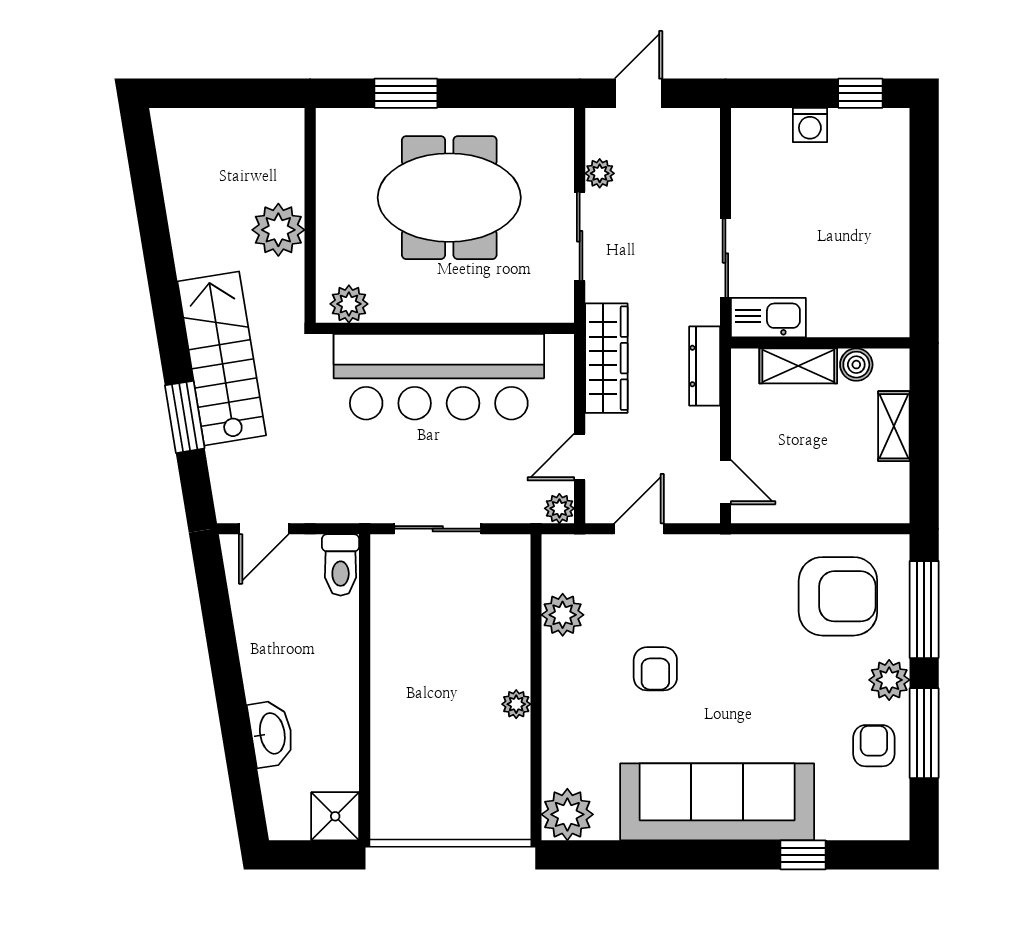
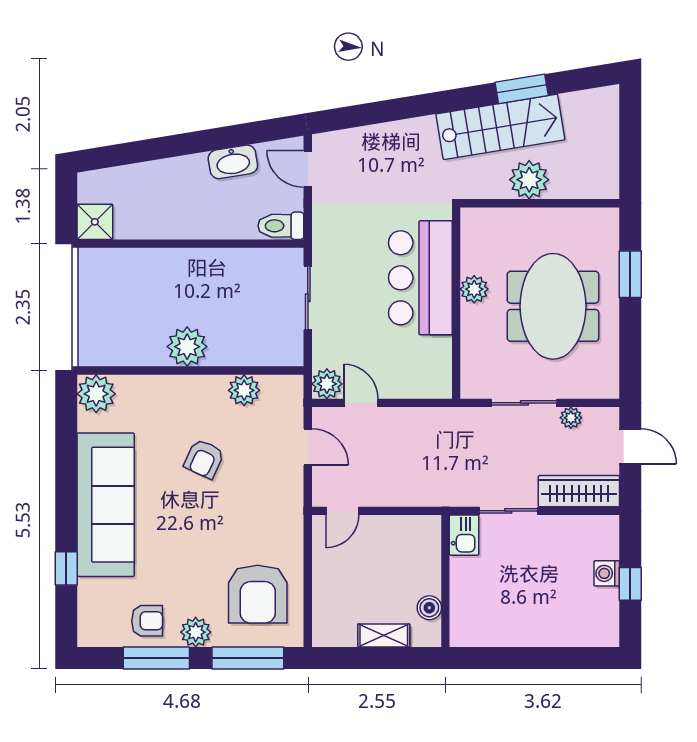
window: (860, 93) -> (630, 584), moved
plant: (349, 304) -> (474, 289), moved
kitchen sink: (768, 318) -> (464, 535), width x0.73
stairs: (222, 358) -> (500, 127), moved
wardrobe: (606, 358) -> (579, 491), moved, turned 180
dresser: (705, 366) -> (428, 495), removed
shelving: (798, 366) -> (428, 565), removed
bar counter: (439, 377) -> (420, 278), width x0.73
window: (185, 417) -> (522, 89), moved
plant: (559, 508) -> (327, 384), width x1.38, depth x1.38
armchair: (655, 669) -> (204, 459), turned -65
plant: (516, 704) -> (187, 347), width x1.88, depth x1.88
washbasin: (271, 734) -> (233, 162), moved

